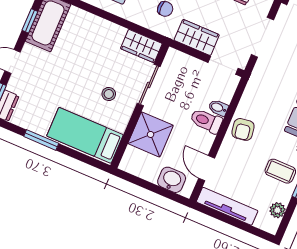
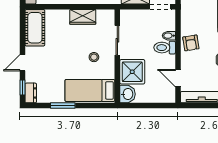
window: (30, 21) -> (22, 31), removed
wardrobe: (141, 46) -> (83, 17), moved
washbasin: (172, 180) -> (127, 94), moved, turned 90

